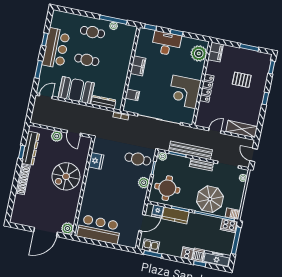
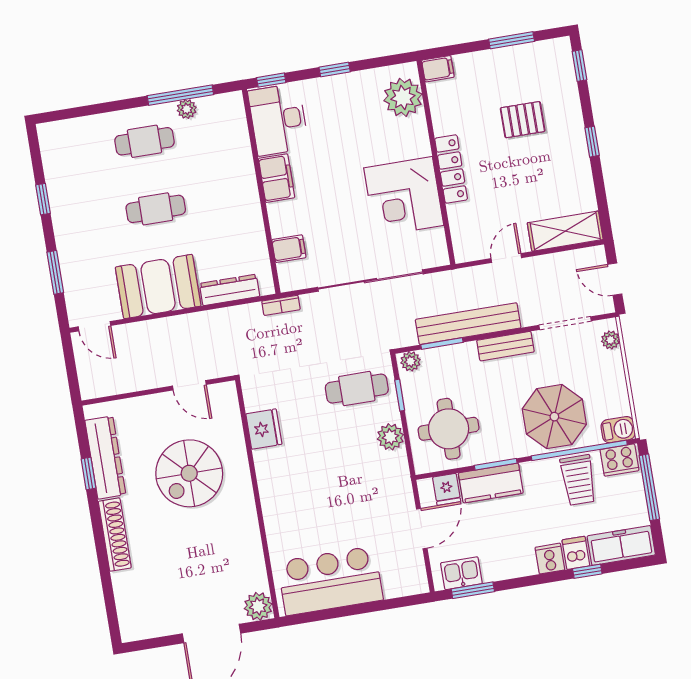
desk: (166, 44) -> (278, 120), moved, turned -90
bar counter: (56, 48) -> (76, 209), removed
filing cabinet: (216, 52) -> (438, 69), width x0.50
door: (46, 96) -> (94, 326), swing flipped
plant: (57, 136) -> (154, 407), removed
spiral stairs: (66, 176) -> (189, 473), moved
trolley: (210, 227) -> (578, 480), added

